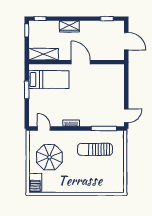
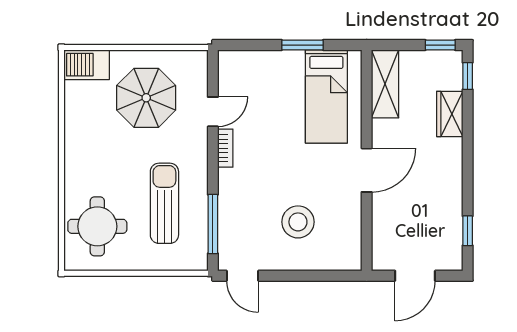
wardrobe: (69, 26) -> (450, 114), moved
stool: (103, 92) -> (298, 222), added
door: (44, 128) -> (213, 112), moved
round table: (105, 178) -> (97, 226), added

